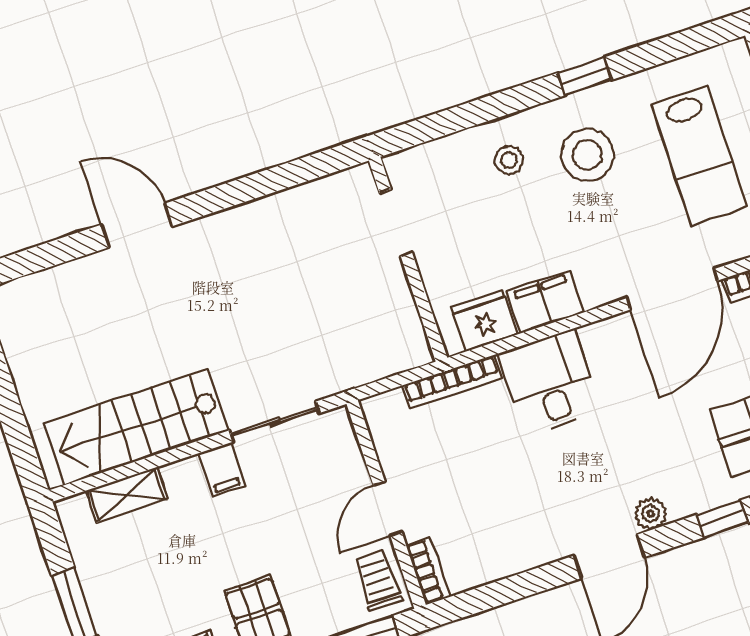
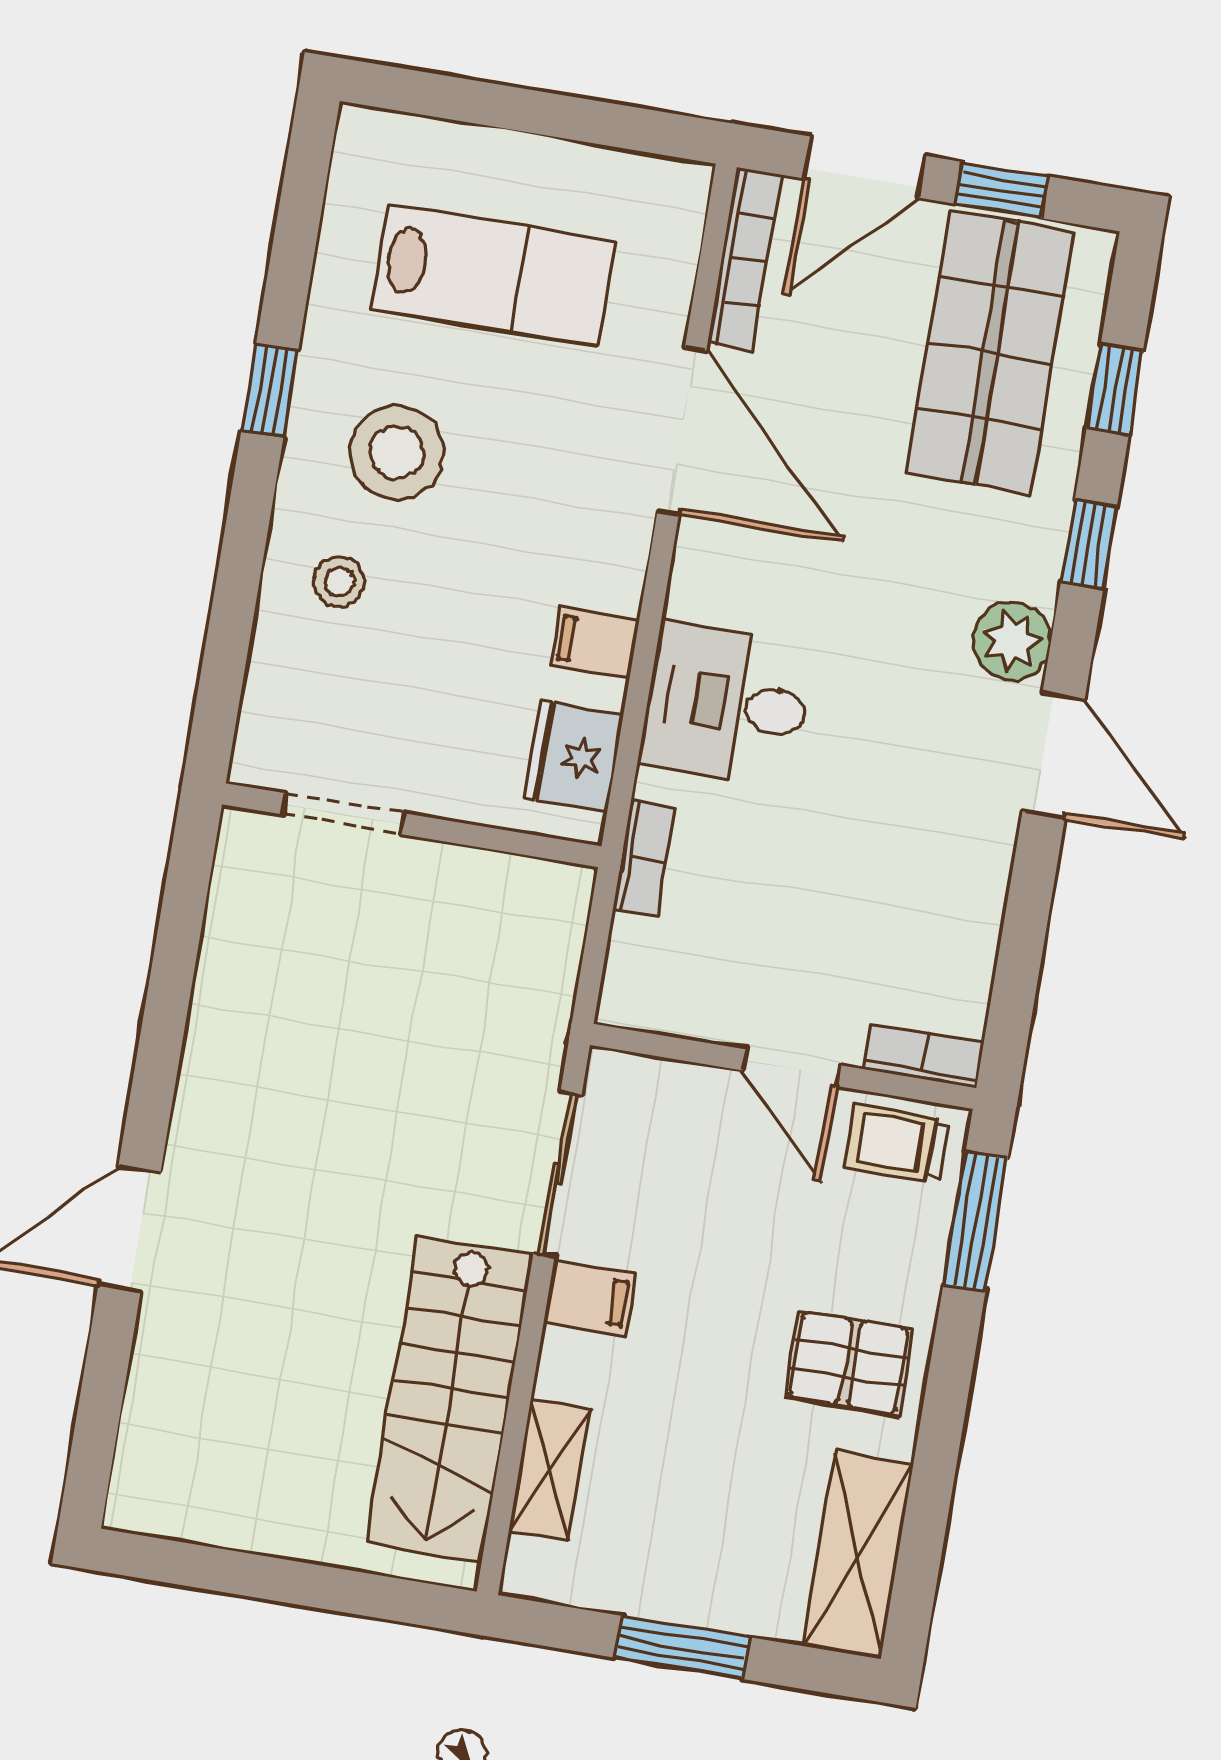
filing cabinet: (545, 302) -> (595, 643), width x0.50
bookcase: (452, 382) -> (644, 859), width x0.64
plant: (651, 514) -> (1012, 641), width x1.38, depth x1.38

